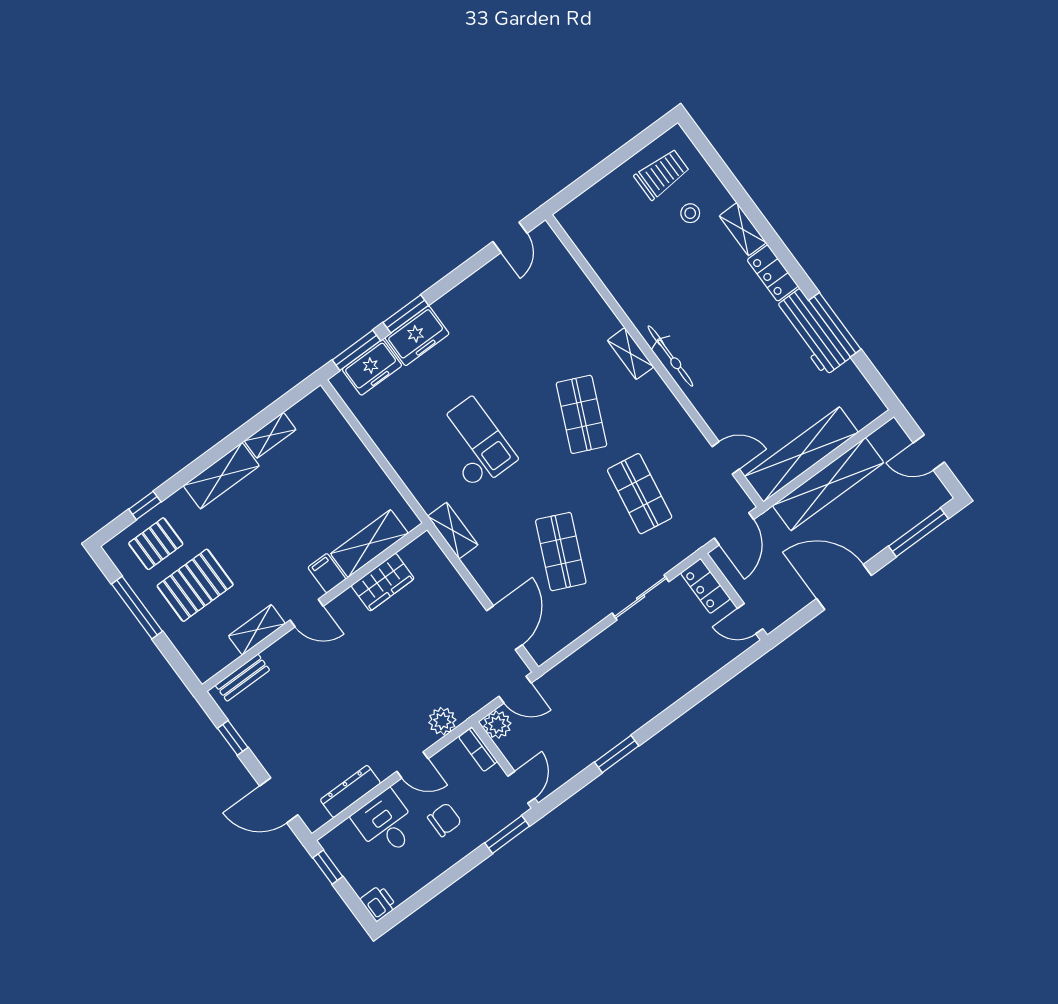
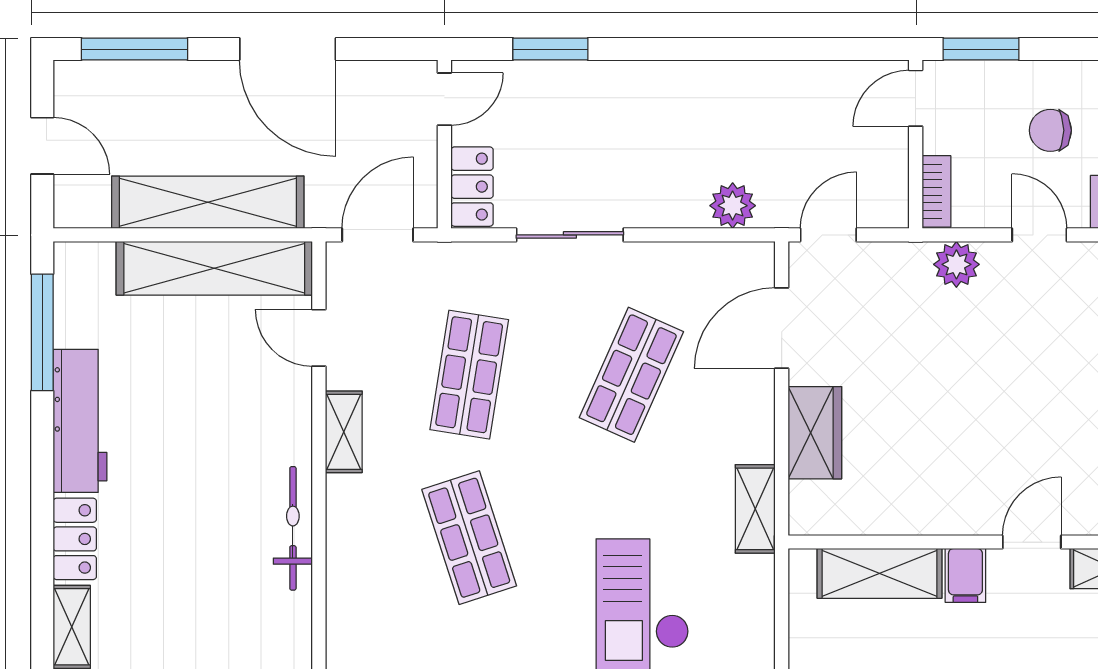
window: (835, 325) -> (42, 332), moved
shelving: (631, 354) -> (344, 432), moved
shop shelf: (581, 414) -> (469, 538), turned -42
wardrobe: (383, 582) -> (815, 433), moved, turned 90
door: (307, 613) -> (1032, 542), hinge flipped
door: (750, 619) -> (444, 99), hinge flipped
door: (515, 690) -> (828, 235), hinge flipped
plant: (497, 725) -> (733, 206), moved
window: (617, 754) -> (550, 49), moved

